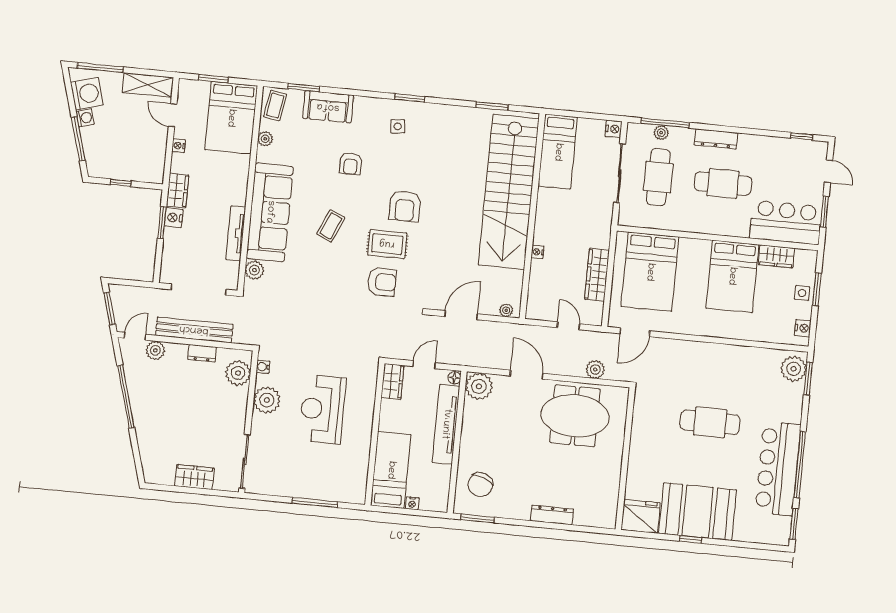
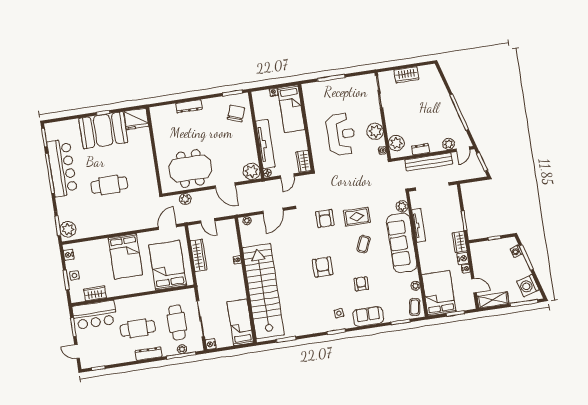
sofa: (328, 107) -> (368, 317), moved
washing machine: (85, 118) -> (516, 251), moved
nightstand: (174, 218) -> (463, 258), moved
rug: (387, 244) -> (357, 217), moved
bed: (732, 276) -> (125, 256), moved, turned 180
armchair: (382, 282) -> (325, 219), turned -90

